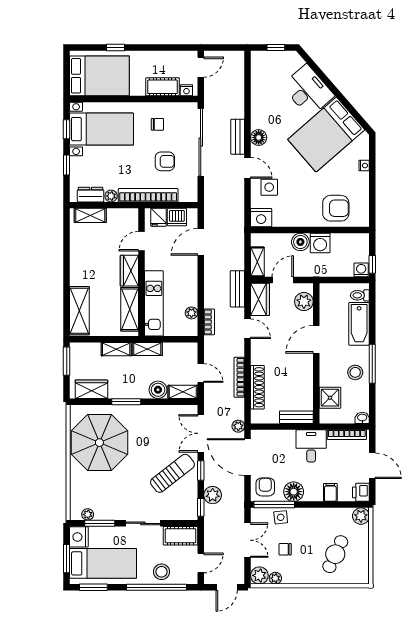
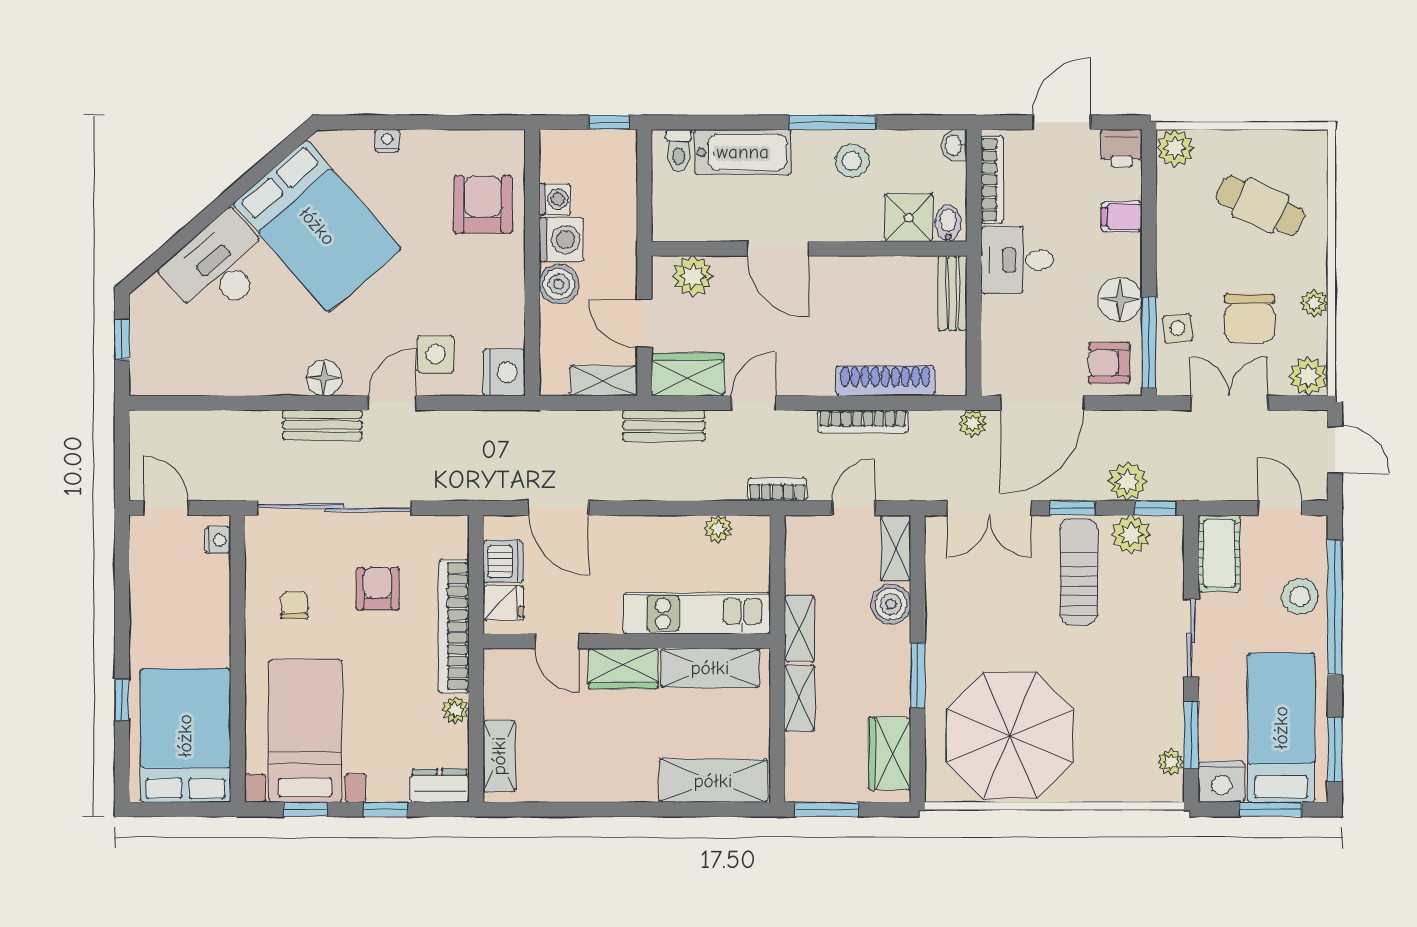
cot: (163, 87) -> (210, 594), removed
dresser: (91, 195) -> (439, 786), moved, turned 90
washing machine: (361, 270) -> (555, 199), moved, turned 180
bookcase: (209, 322) -> (777, 489), moved
bidet: (328, 415) -> (948, 223), added
sun lounger: (172, 473) -> (1079, 572), turned 38
plant: (189, 497) -> (1131, 534), added
chair: (285, 549) -> (1249, 318), width x1.87, depth x1.87
plant: (275, 578) -> (1314, 303), moved

